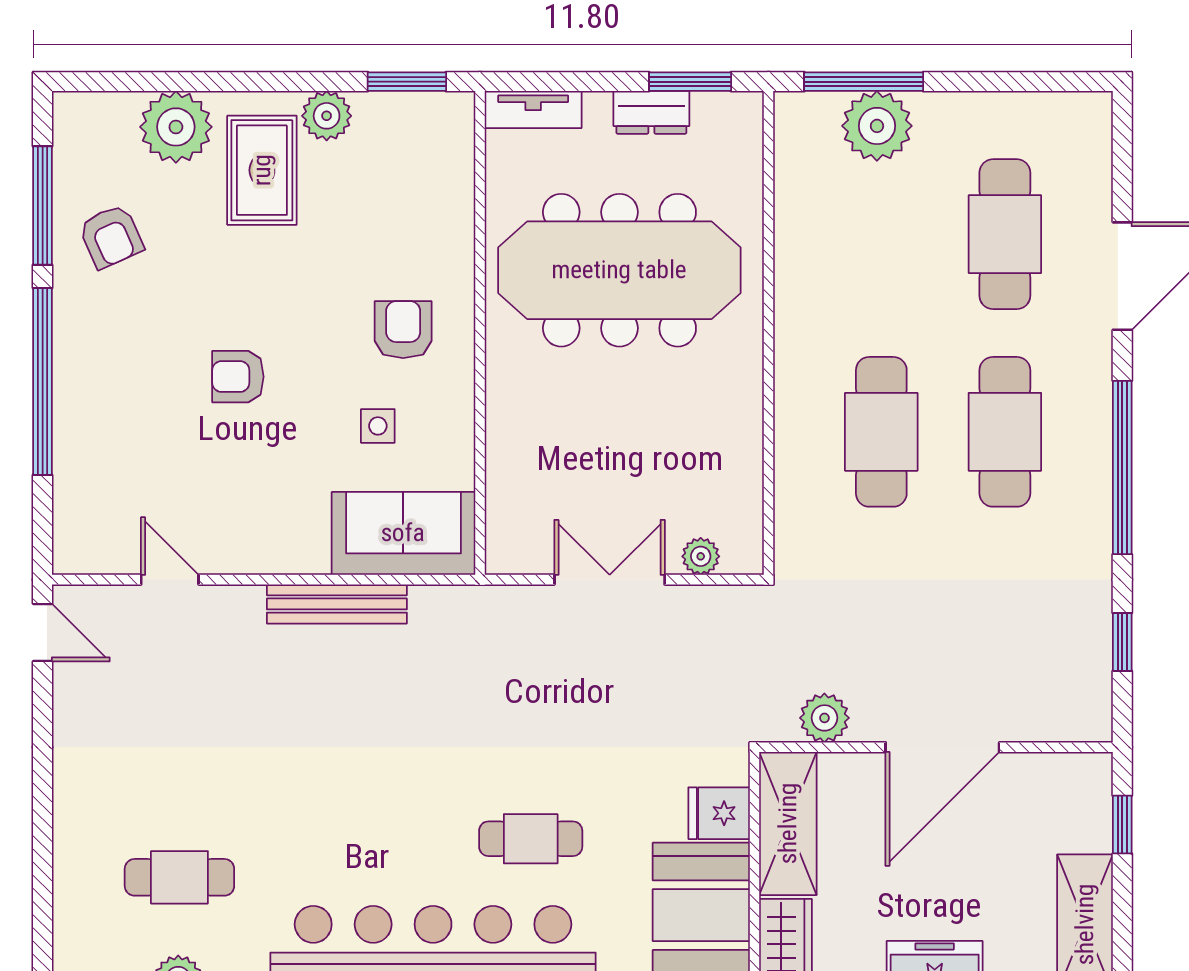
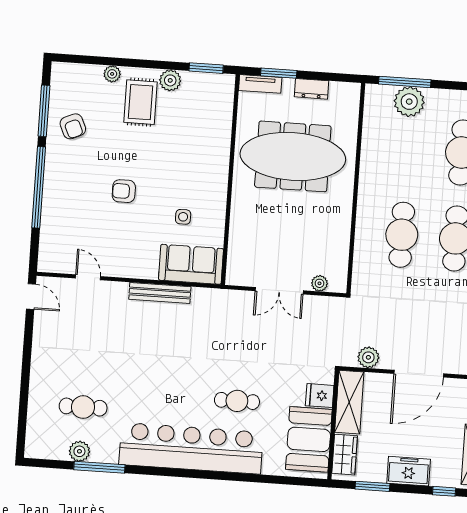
window: (690, 82) -> (279, 73), moved
plant: (176, 127) -> (112, 74), width x0.53, depth x0.53
armchair: (403, 330) -> (197, 176), removed
double door: (610, 580) -> (279, 291), swing flipped

